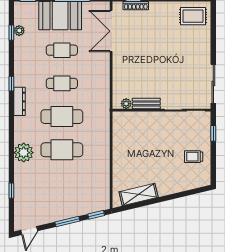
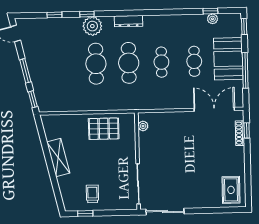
window: (11, 84) -> (87, 14), moved
dresser: (20, 101) -> (128, 21), moved
bench: (146, 103) -> (144, 146), removed
window: (213, 133) -> (85, 213), moved
pallet: (128, 144) -> (104, 129), added
shelving: (139, 194) -> (58, 158), moved

